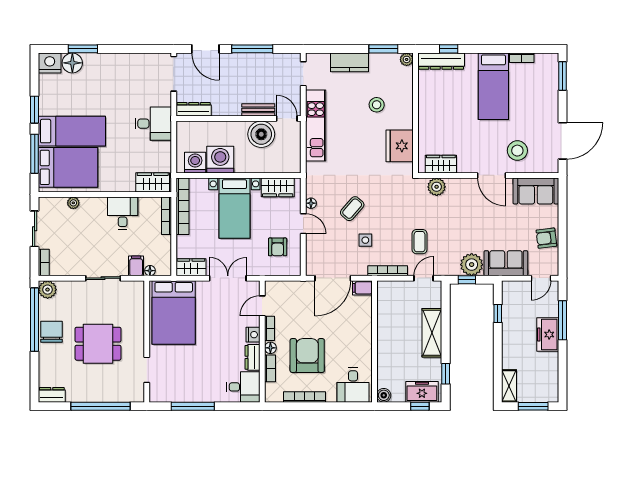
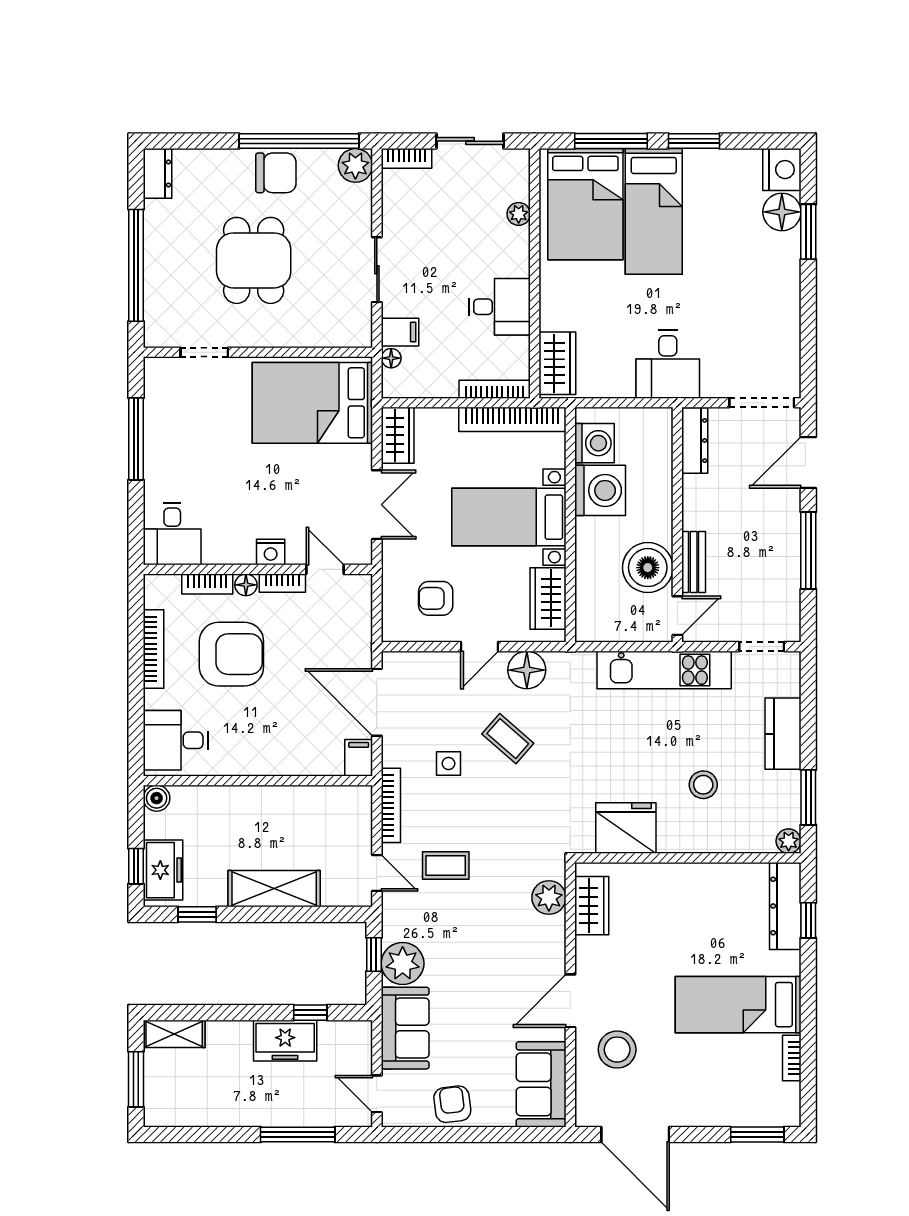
floor lamp: (311, 203) -> (527, 670), width x1.89, depth x1.89
freezer: (548, 335) -> (285, 1041), moved, turned 180
dresser: (252, 357) -> (228, 551), removed

